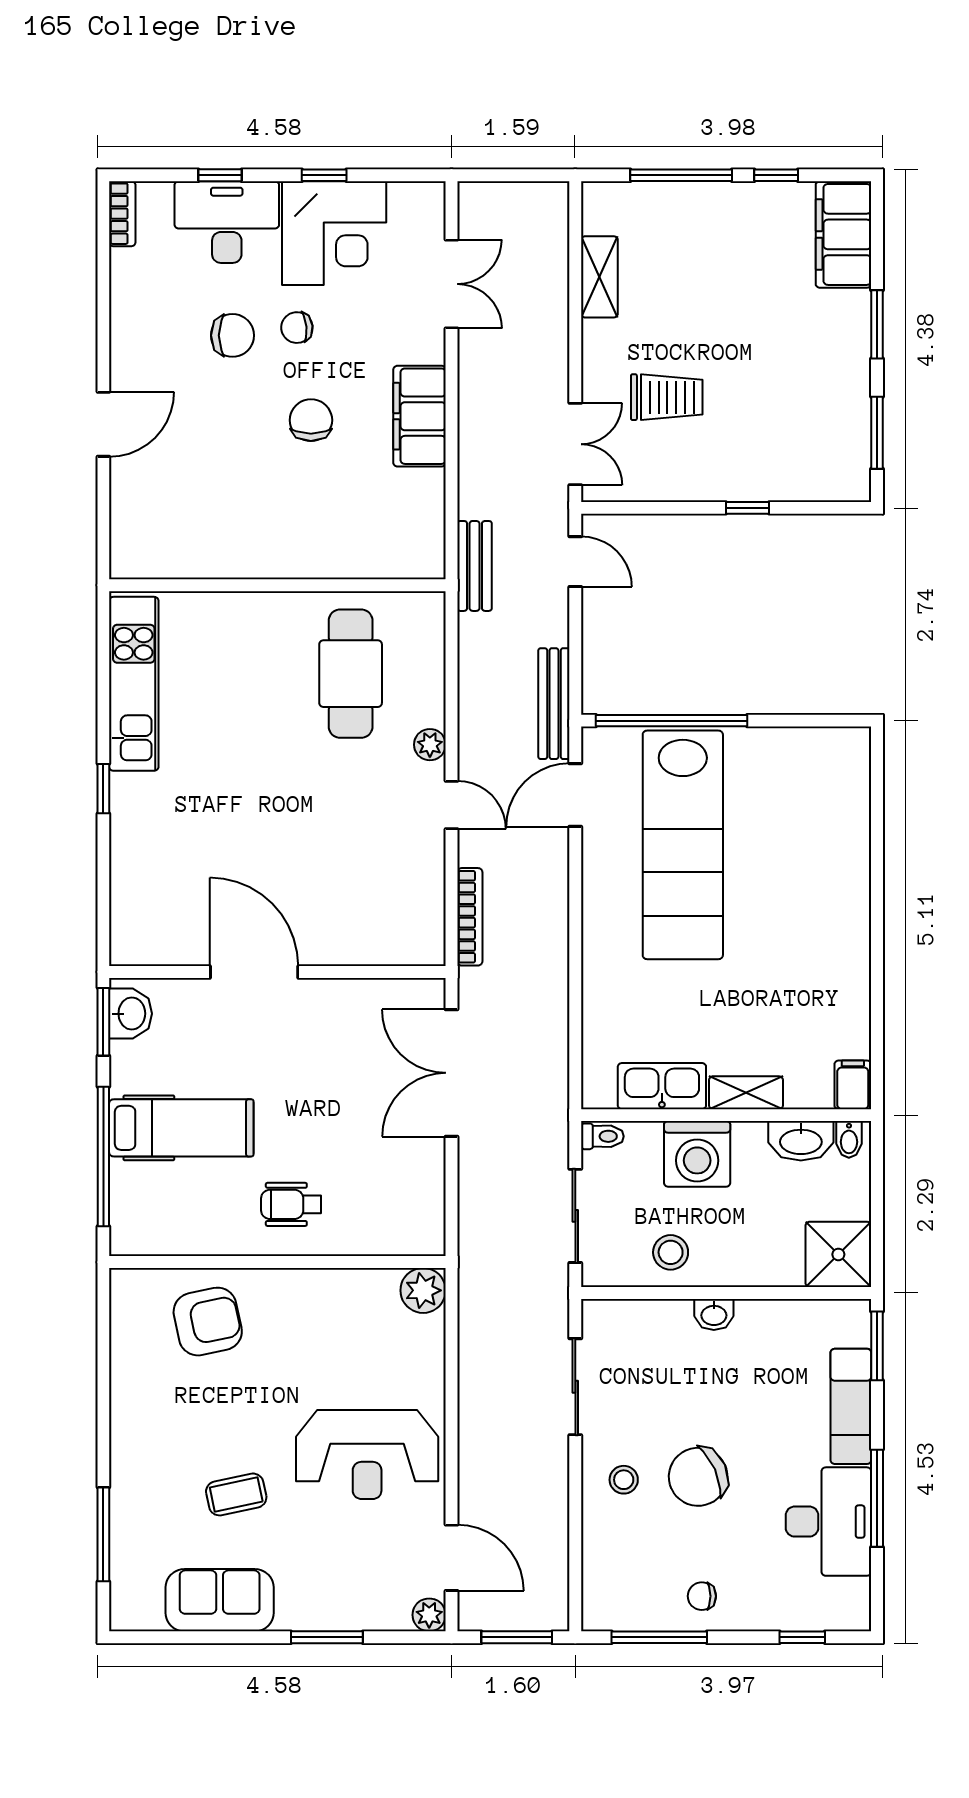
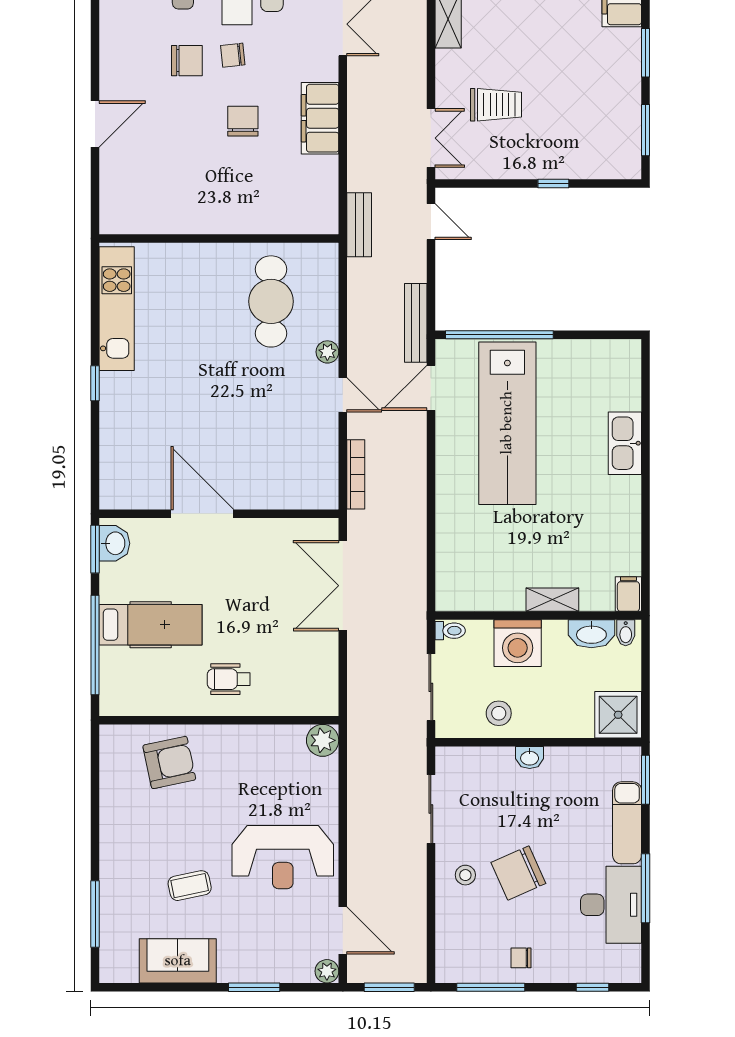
kitchen sink: (662, 1086) -> (625, 443), moved, turned -90

